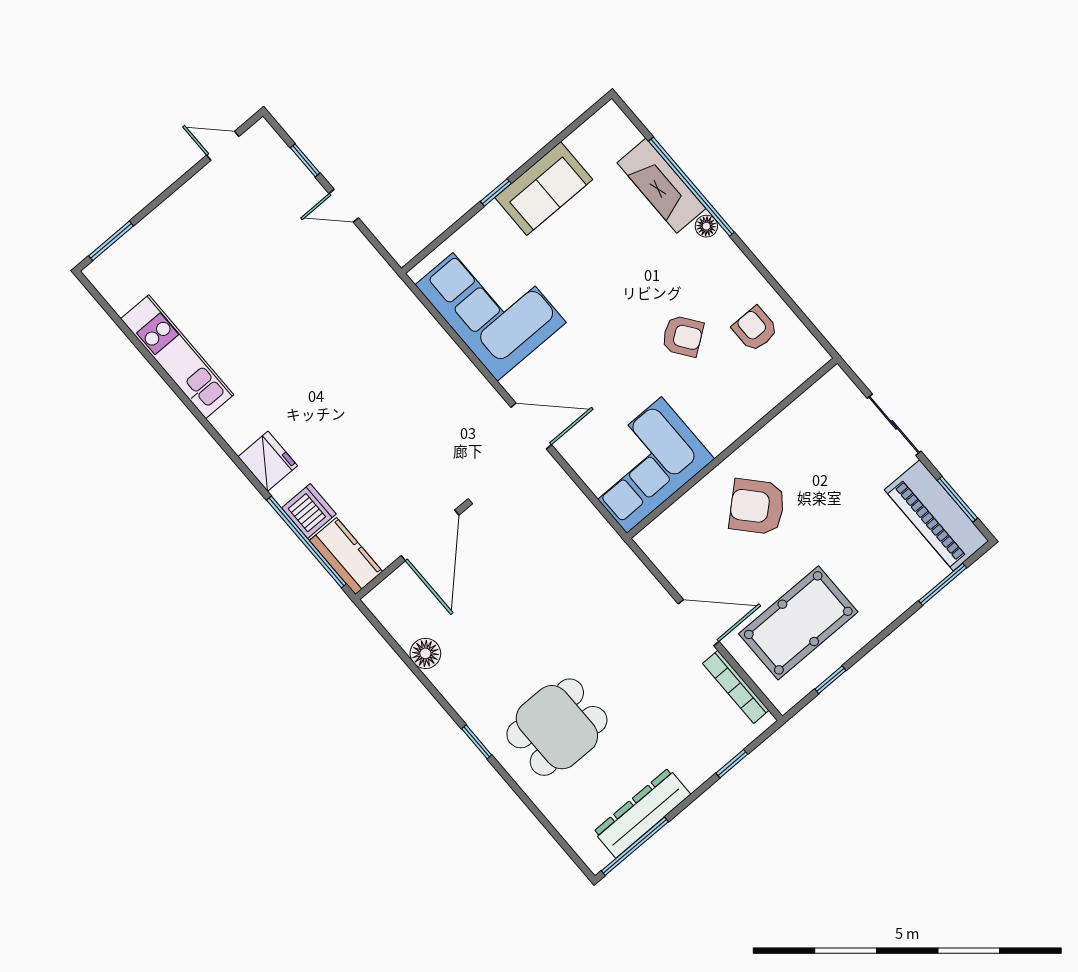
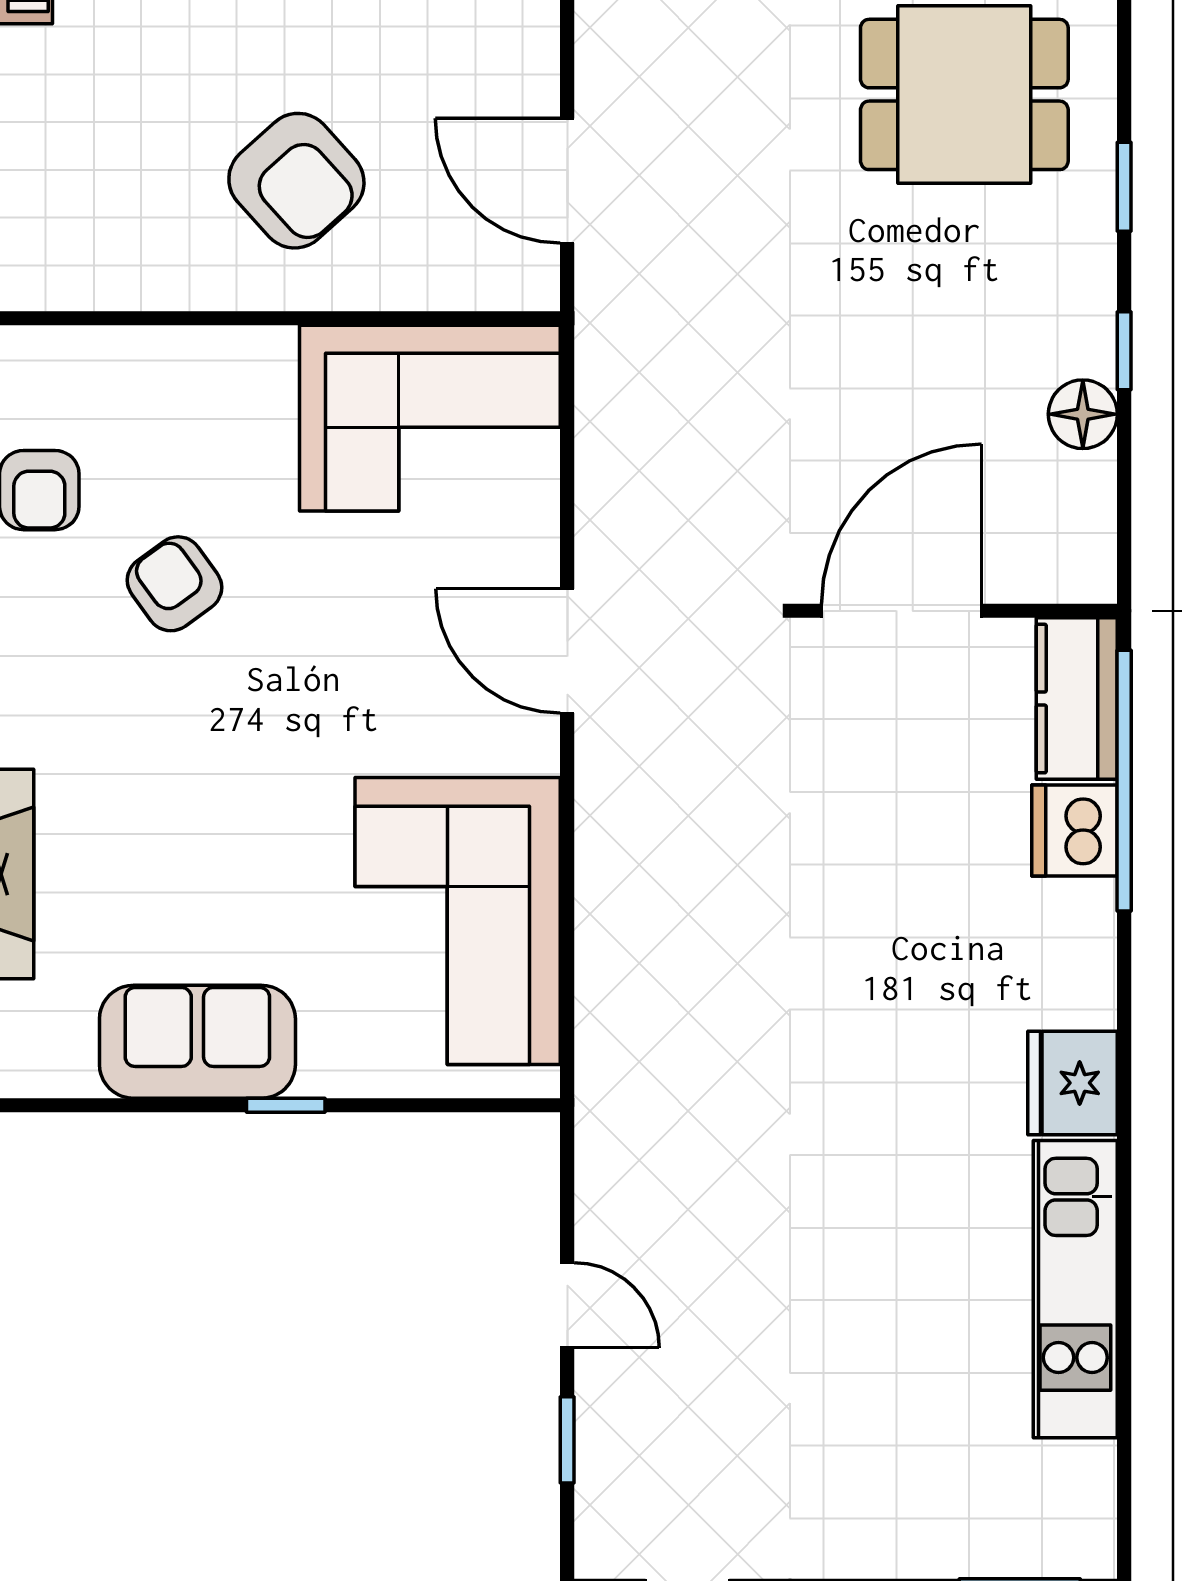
fridge: (268, 461) -> (1073, 1083), moved
door: (699, 623) -> (567, 181), moved
window: (430, 687) -> (1124, 351), added

